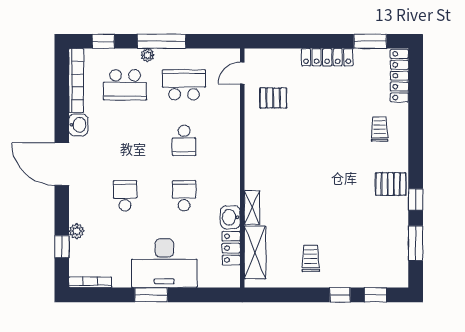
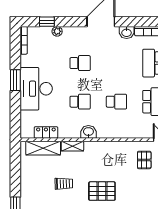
school desk: (184, 140) -> (116, 102), turned 180
pallet: (321, 162) -> (102, 191), added
washbasin: (230, 217) -> (88, 132), moved
trolley: (311, 258) -> (64, 184), moved

